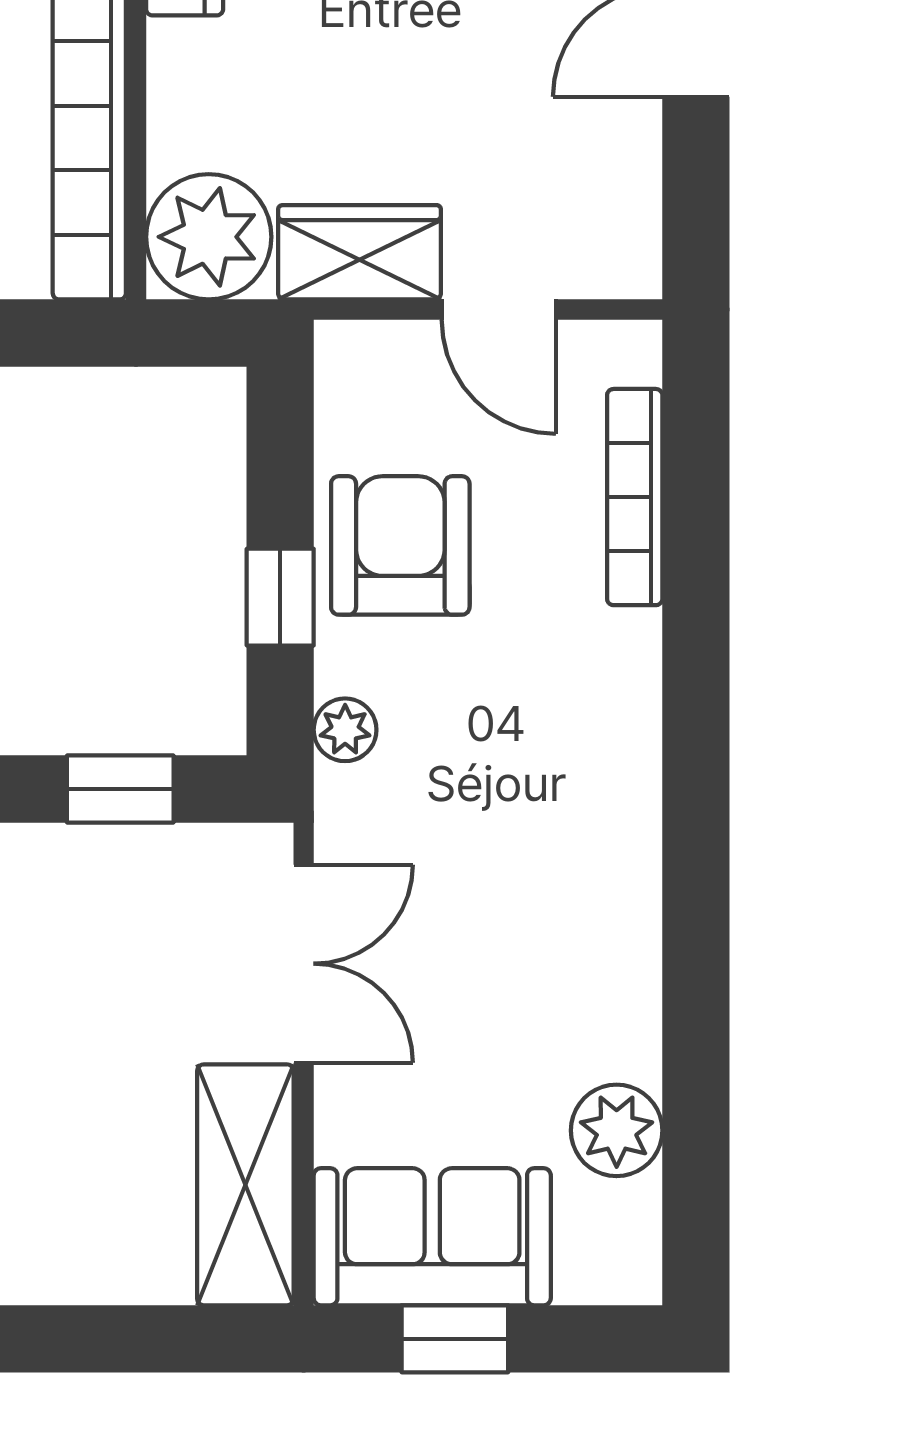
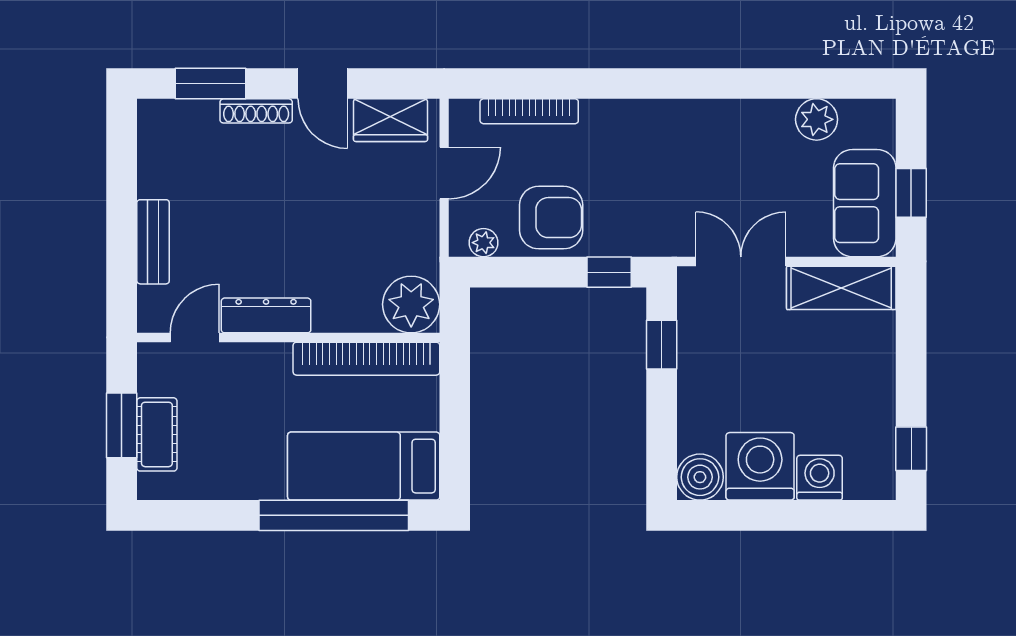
wardrobe: (360, 252) -> (391, 120), moved, turned -90
armchair: (400, 545) -> (551, 218), turned 180
window: (280, 597) -> (609, 272), moved
plant: (345, 730) -> (483, 243), moved

